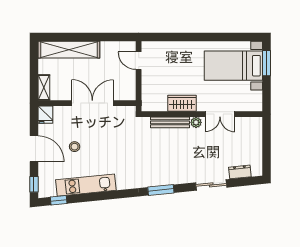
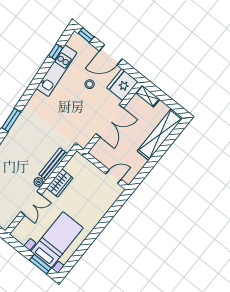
double door: (220, 114) -> (31, 203), swing flipped
fridge: (45, 115) -> (122, 85), width x1.88, depth x1.34
window: (59, 200) -> (56, 52), moved

